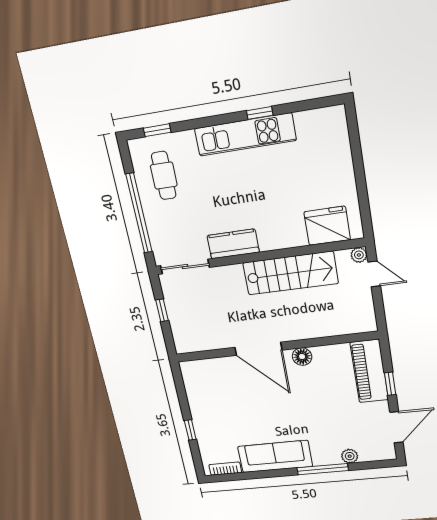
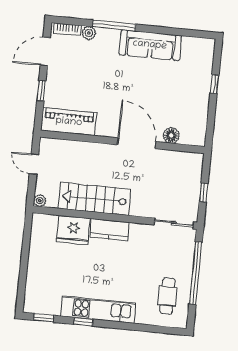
window: (157, 130) -> (44, 318), moved
fridge: (327, 226) -> (73, 230), moved
kitchen counter: (233, 244) -> (110, 230), moved
door: (374, 274) -> (34, 164), moved
floor lamp: (302, 357) -> (171, 136), moved
piano: (369, 371) -> (69, 122), moved, turned -90
bookcase: (225, 469) -> (67, 29), moved

